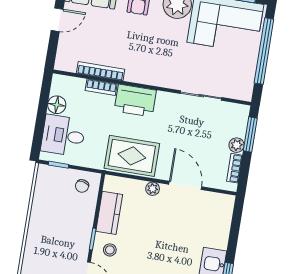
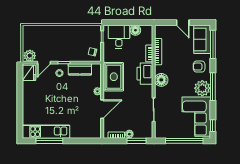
floor lamp: (151, 74) -> (161, 80), added

